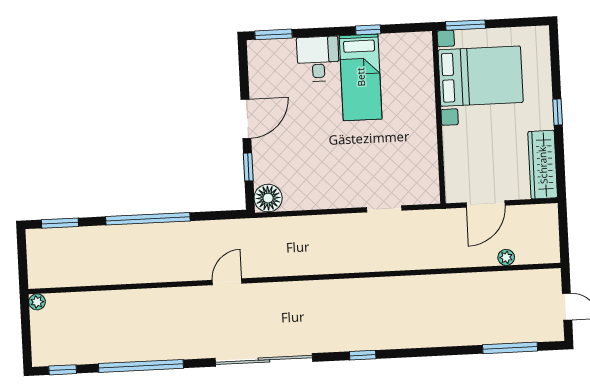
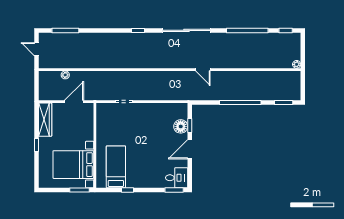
desk: (318, 59) -> (177, 178), moved, turned -90
bed: (361, 77) -> (116, 167), moved
floor lamp: (268, 198) -> (181, 126), moved
door: (227, 282) -> (203, 70), hinge flipped

